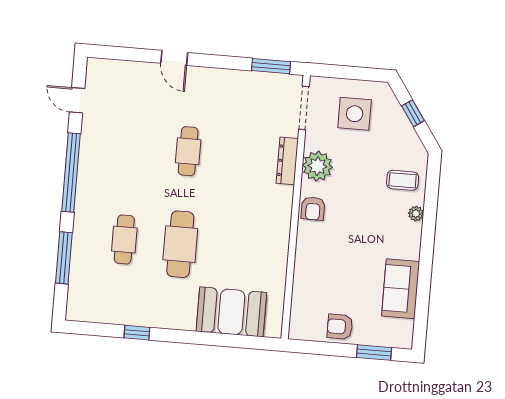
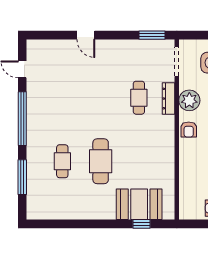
cafe table: (188, 151) -> (139, 98), moved
window: (137, 333) -> (142, 224), moved

